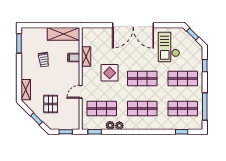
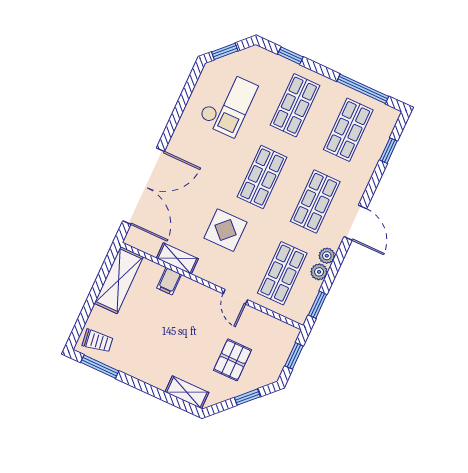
double door: (133, 25) -> (144, 186), moved
checkout: (169, 47) -> (228, 104), turned -90
trolley: (44, 60) -> (98, 341), moved
pallet: (51, 104) -> (233, 360), turned 90
door: (141, 132) -> (355, 223), added

